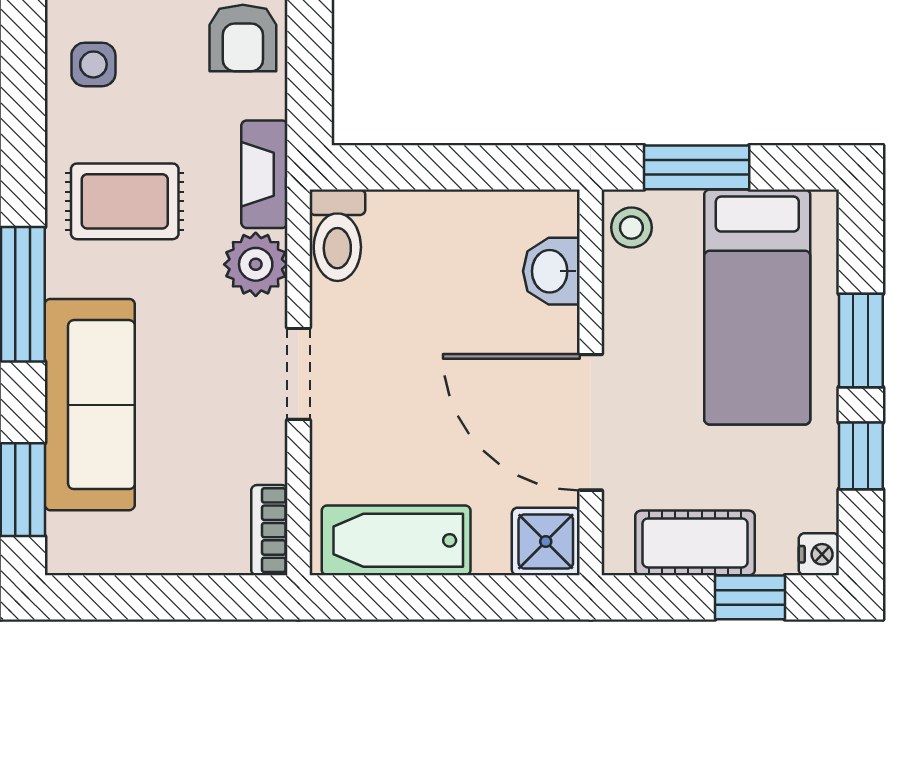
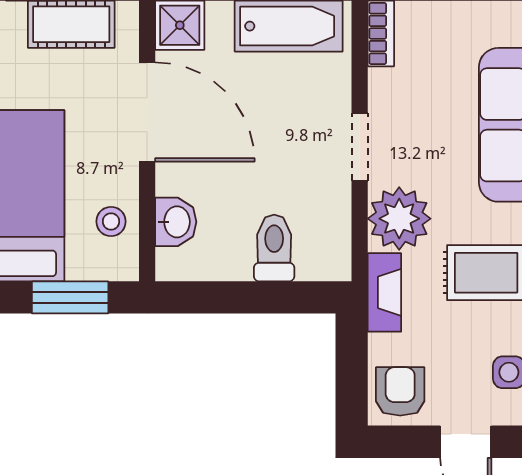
stool: (631, 228) -> (111, 221), moved
toilet: (337, 235) -> (274, 248), moved
plant: (256, 264) -> (399, 219), width x1.36, depth x1.36

